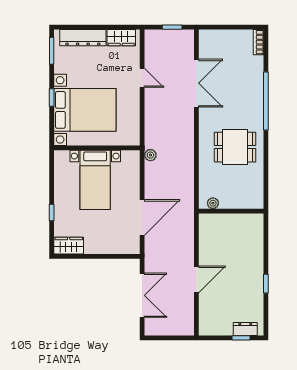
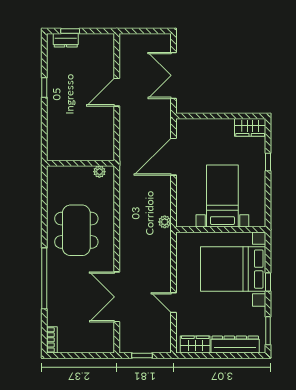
dining table: (235, 147) -> (76, 230), width x1.38

